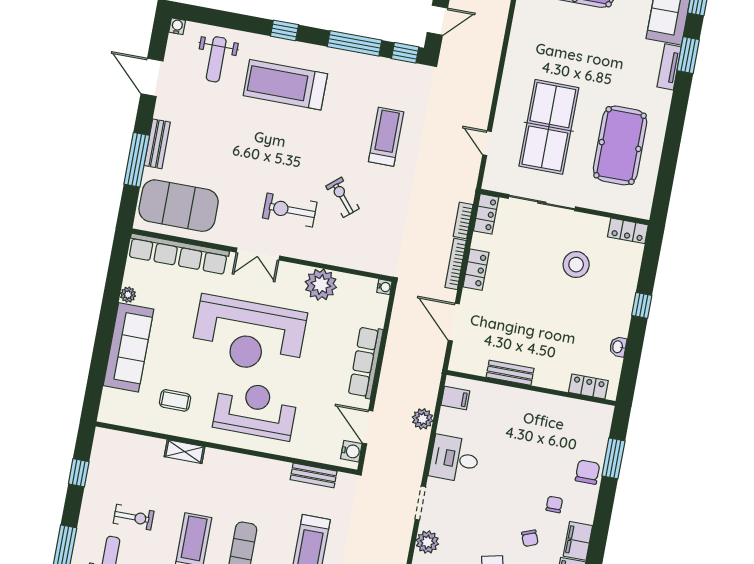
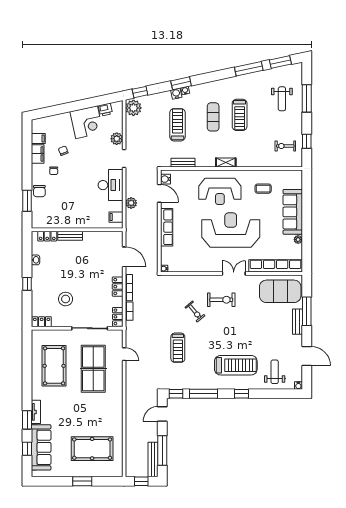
plant: (321, 285) -> (198, 264), removed
bench: (510, 373) -> (70, 236), moved
shelving: (185, 452) -> (226, 163), moved
desk: (454, 459) -> (111, 185), width x1.37
exercise bike: (134, 517) -> (285, 146), moved

